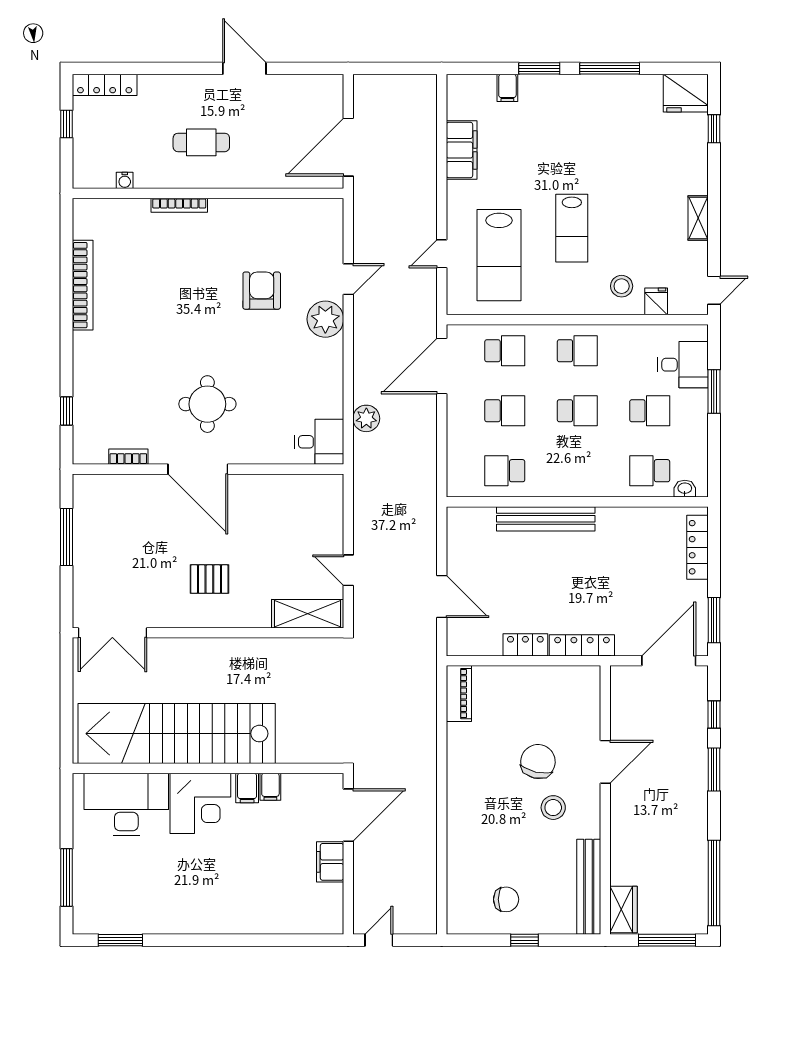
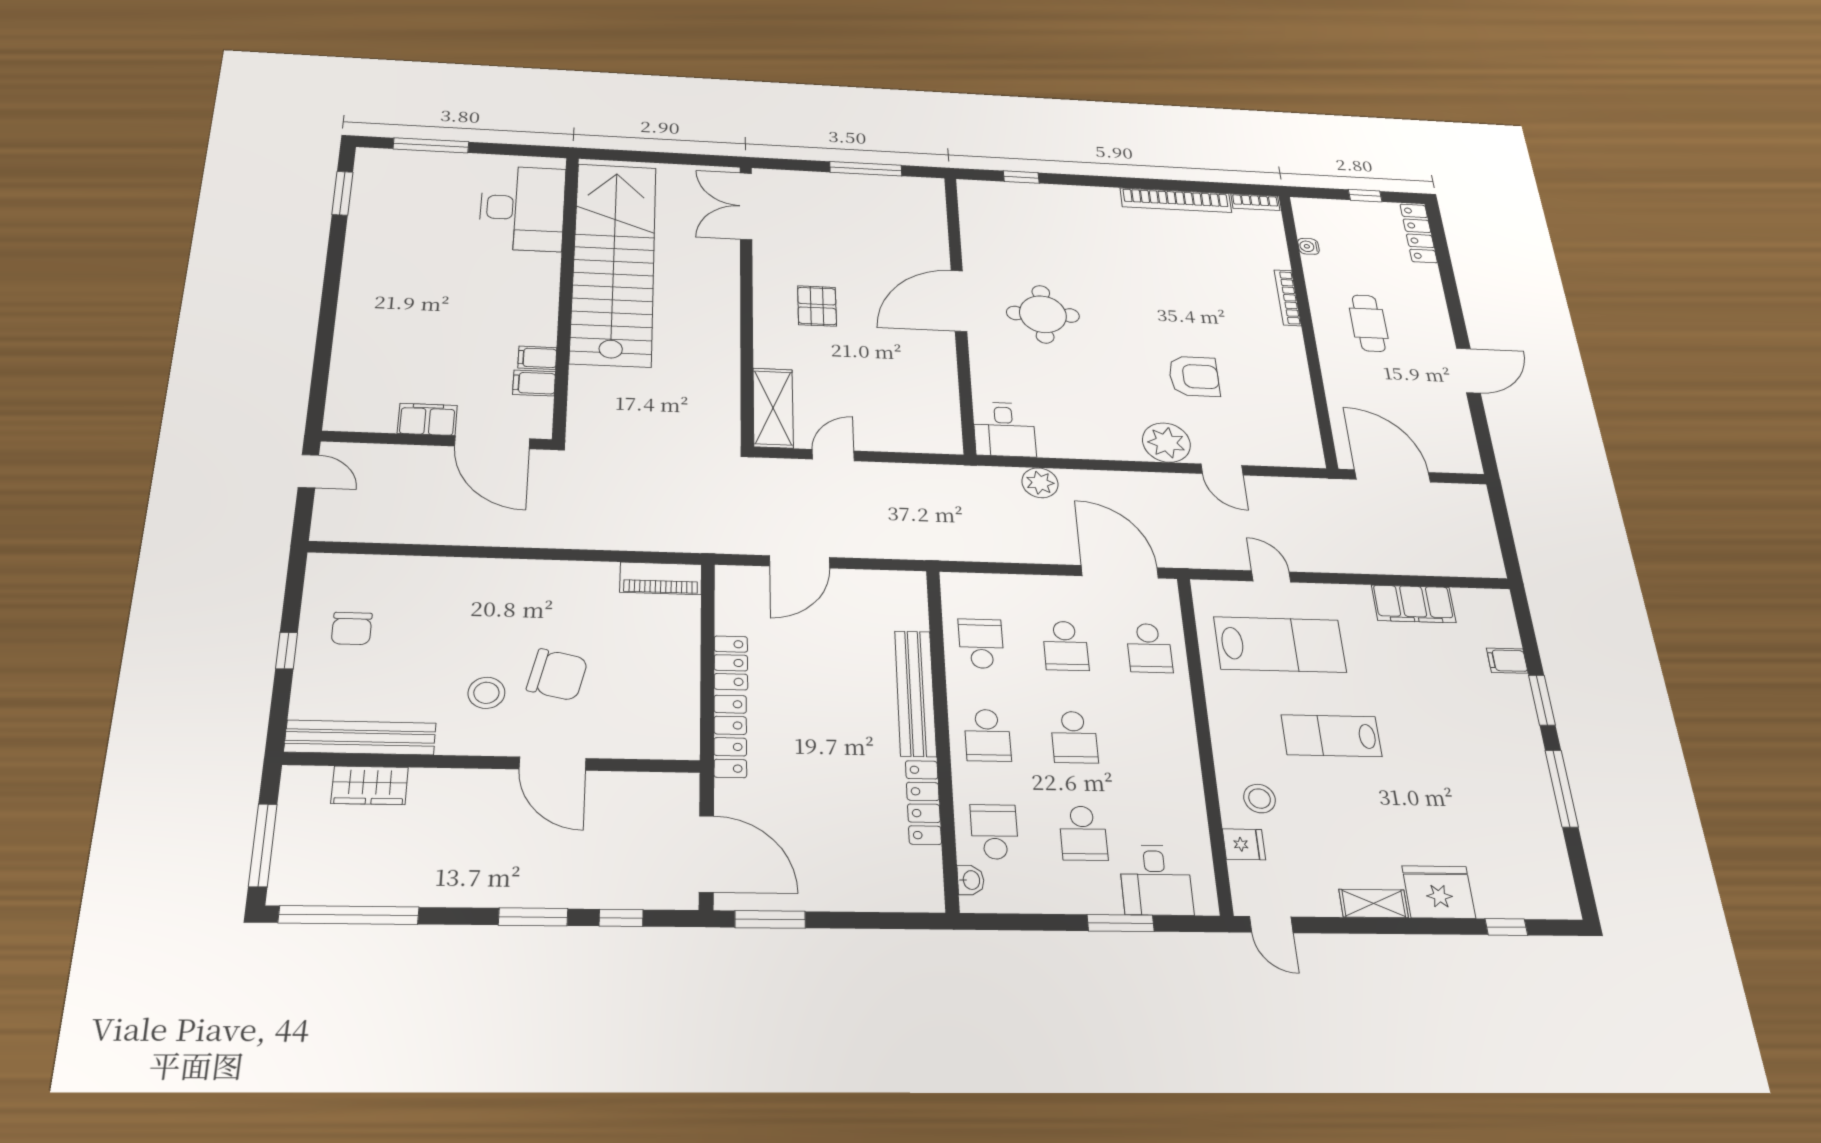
fridge: (686, 93) -> (1439, 892), moved, turned 90
lab bench: (499, 255) -> (1280, 644), turned 180
school desk: (577, 351) -> (988, 735), moved
bookcase: (128, 457) -> (1255, 202), moved, turned 90
locker: (697, 547) -> (923, 802), moved, turned -90
filing cabinet: (247, 788) -> (534, 383), moved
corner desk: (200, 803) -> (519, 283), removed
wardrobe: (624, 910) -> (370, 785), moved

